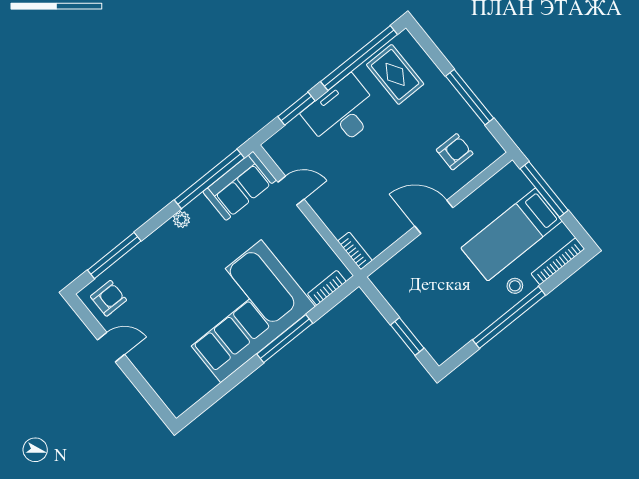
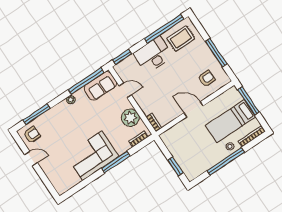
rug: (395, 74) -> (181, 38), turned 90
window: (296, 109) -> (122, 57), moved
plant: (306, 245) -> (130, 118), added
corner sofa: (241, 311) -> (92, 156), width x0.73, depth x0.74

